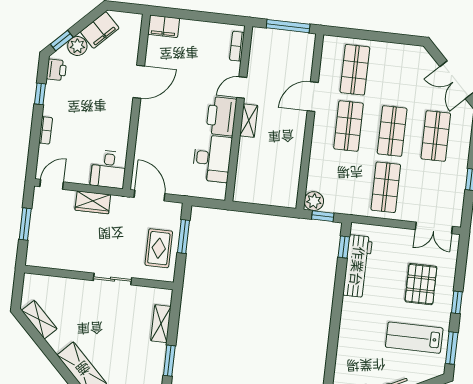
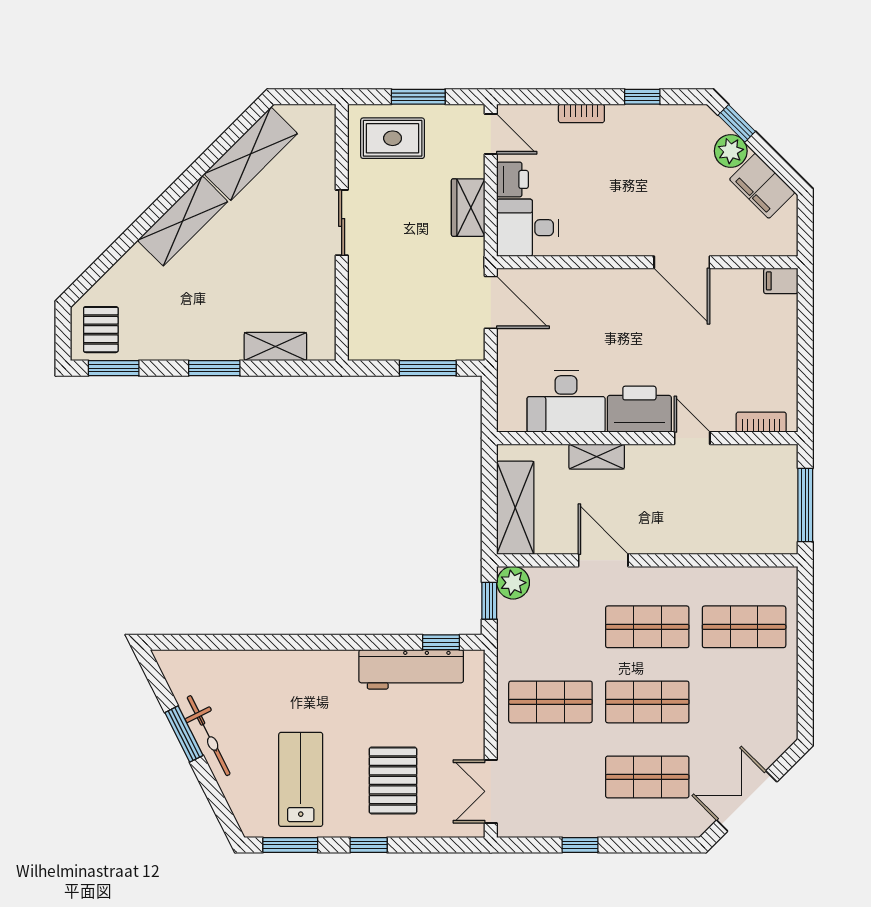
filing cabinet: (164, 26) -> (781, 281), width x0.50
printer: (56, 70) -> (513, 179), moved, turned -90
door: (313, 97) -> (603, 560), moved
shelving: (249, 121) -> (597, 457), moved
shelving: (271, 195) -> (515, 508), added
door: (149, 196) -> (491, 302), hinge flipped
rug: (159, 248) -> (393, 138), moved
sliding door: (112, 279) -> (342, 223), moved
pallet: (421, 284) -> (393, 780), turned 90
shelving: (39, 320) -> (251, 154), width x1.50, depth x1.33

